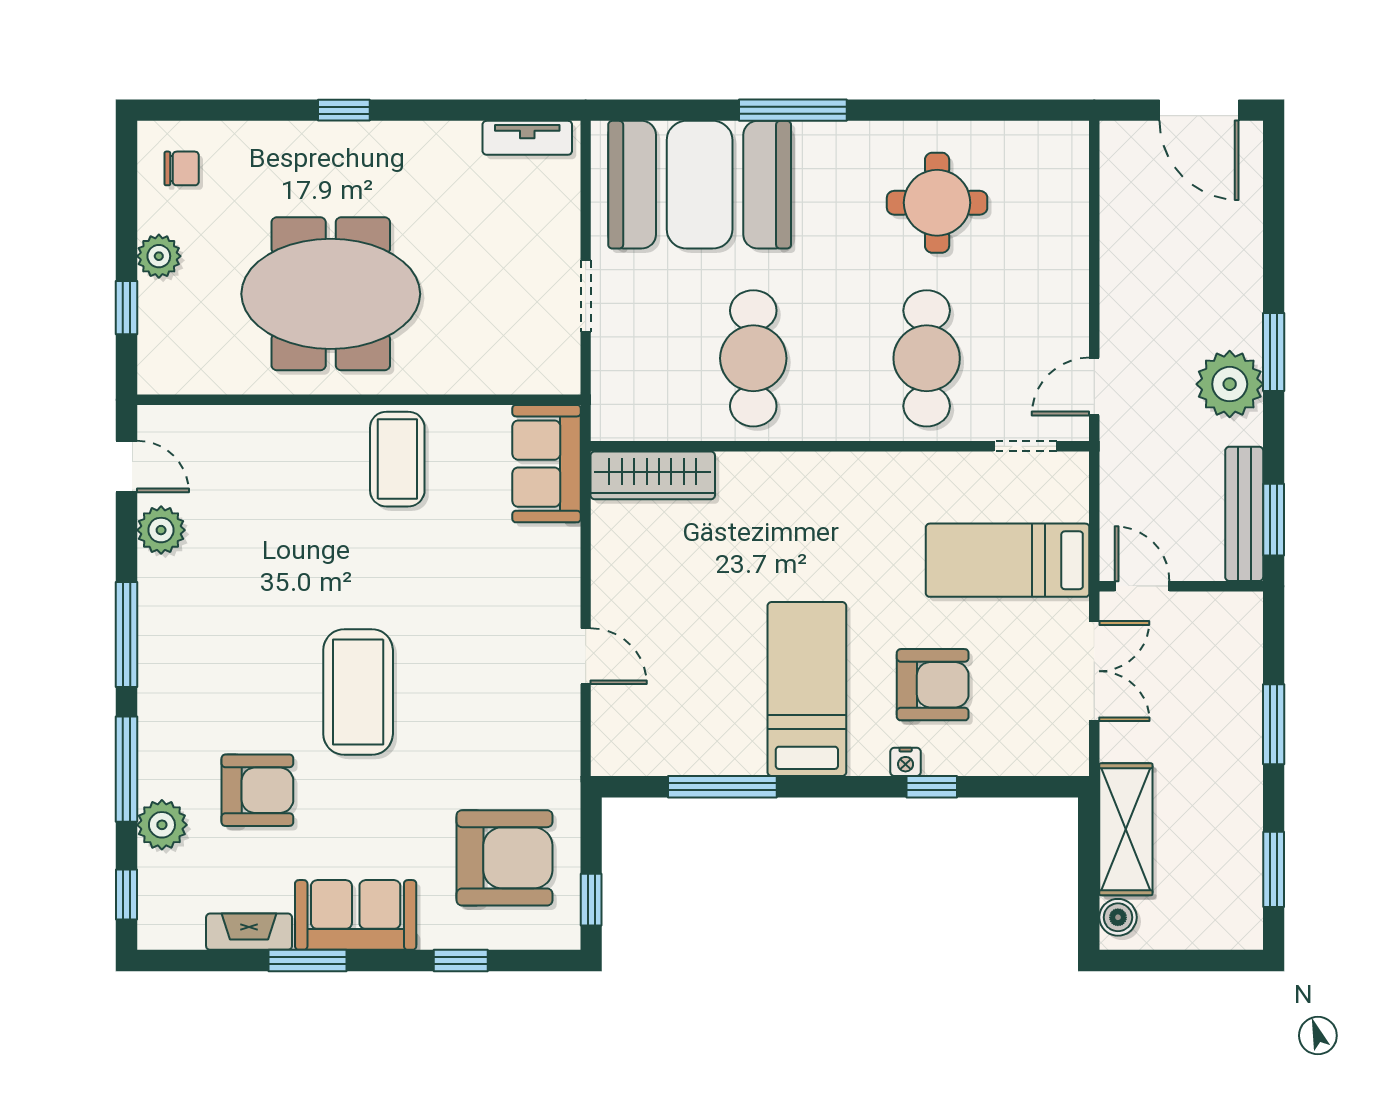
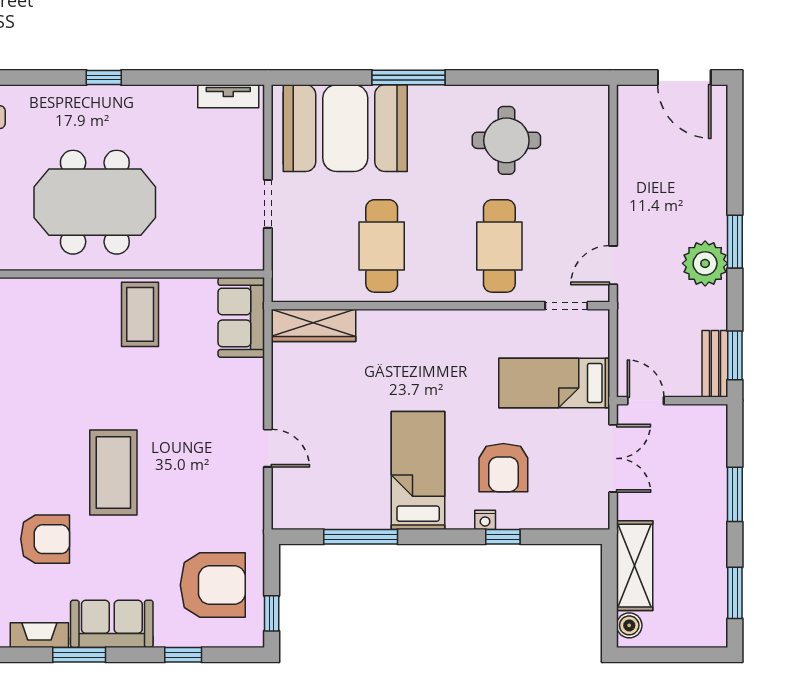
bench: (1244, 514) -> (715, 364), width x0.73
armchair: (933, 685) -> (503, 468), turned 90

